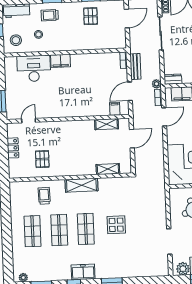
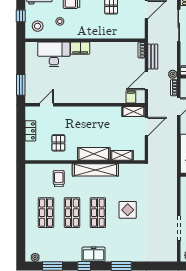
shelving: (107, 124) -> (133, 112), moved
shelving: (79, 169) -> (94, 154), added
shelving: (81, 185) -> (95, 170), width x1.47

